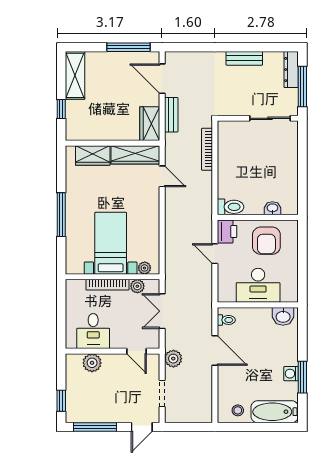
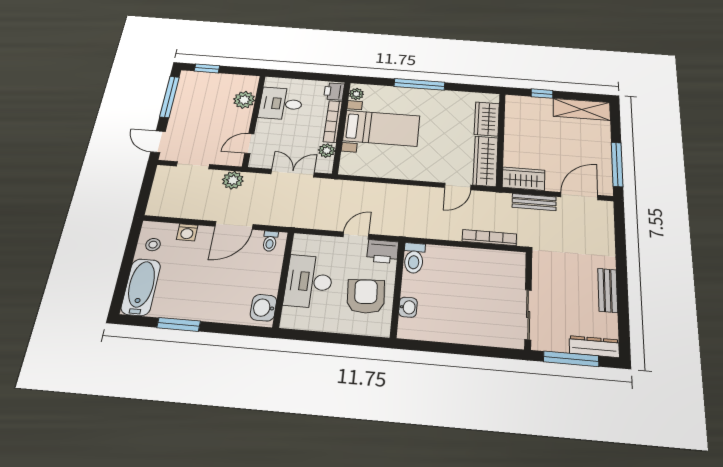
armchair: (266, 241) -> (366, 296), turned 86
plant: (145, 268) -> (356, 94), moved
printer: (76, 287) -> (334, 91), added
washing machine: (291, 374) -> (187, 232), moved, turned 180

